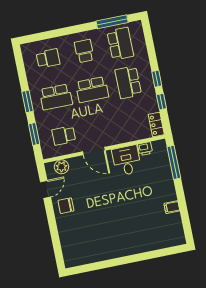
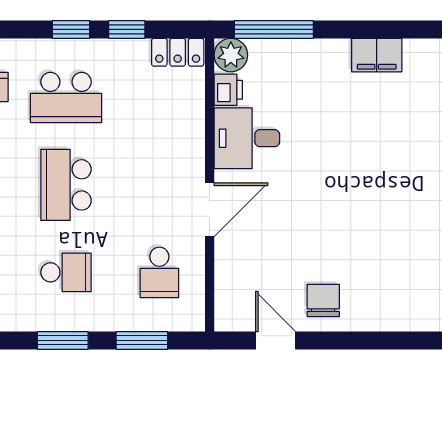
school desk: (92, 90) -> (66, 185), turned 180
school desk: (56, 97) -> (66, 272), width x0.54
plant: (61, 167) -> (231, 55), moved
chair: (66, 206) -> (323, 300), turned 180
filing cabinet: (172, 207) -> (377, 55), width x2.00

